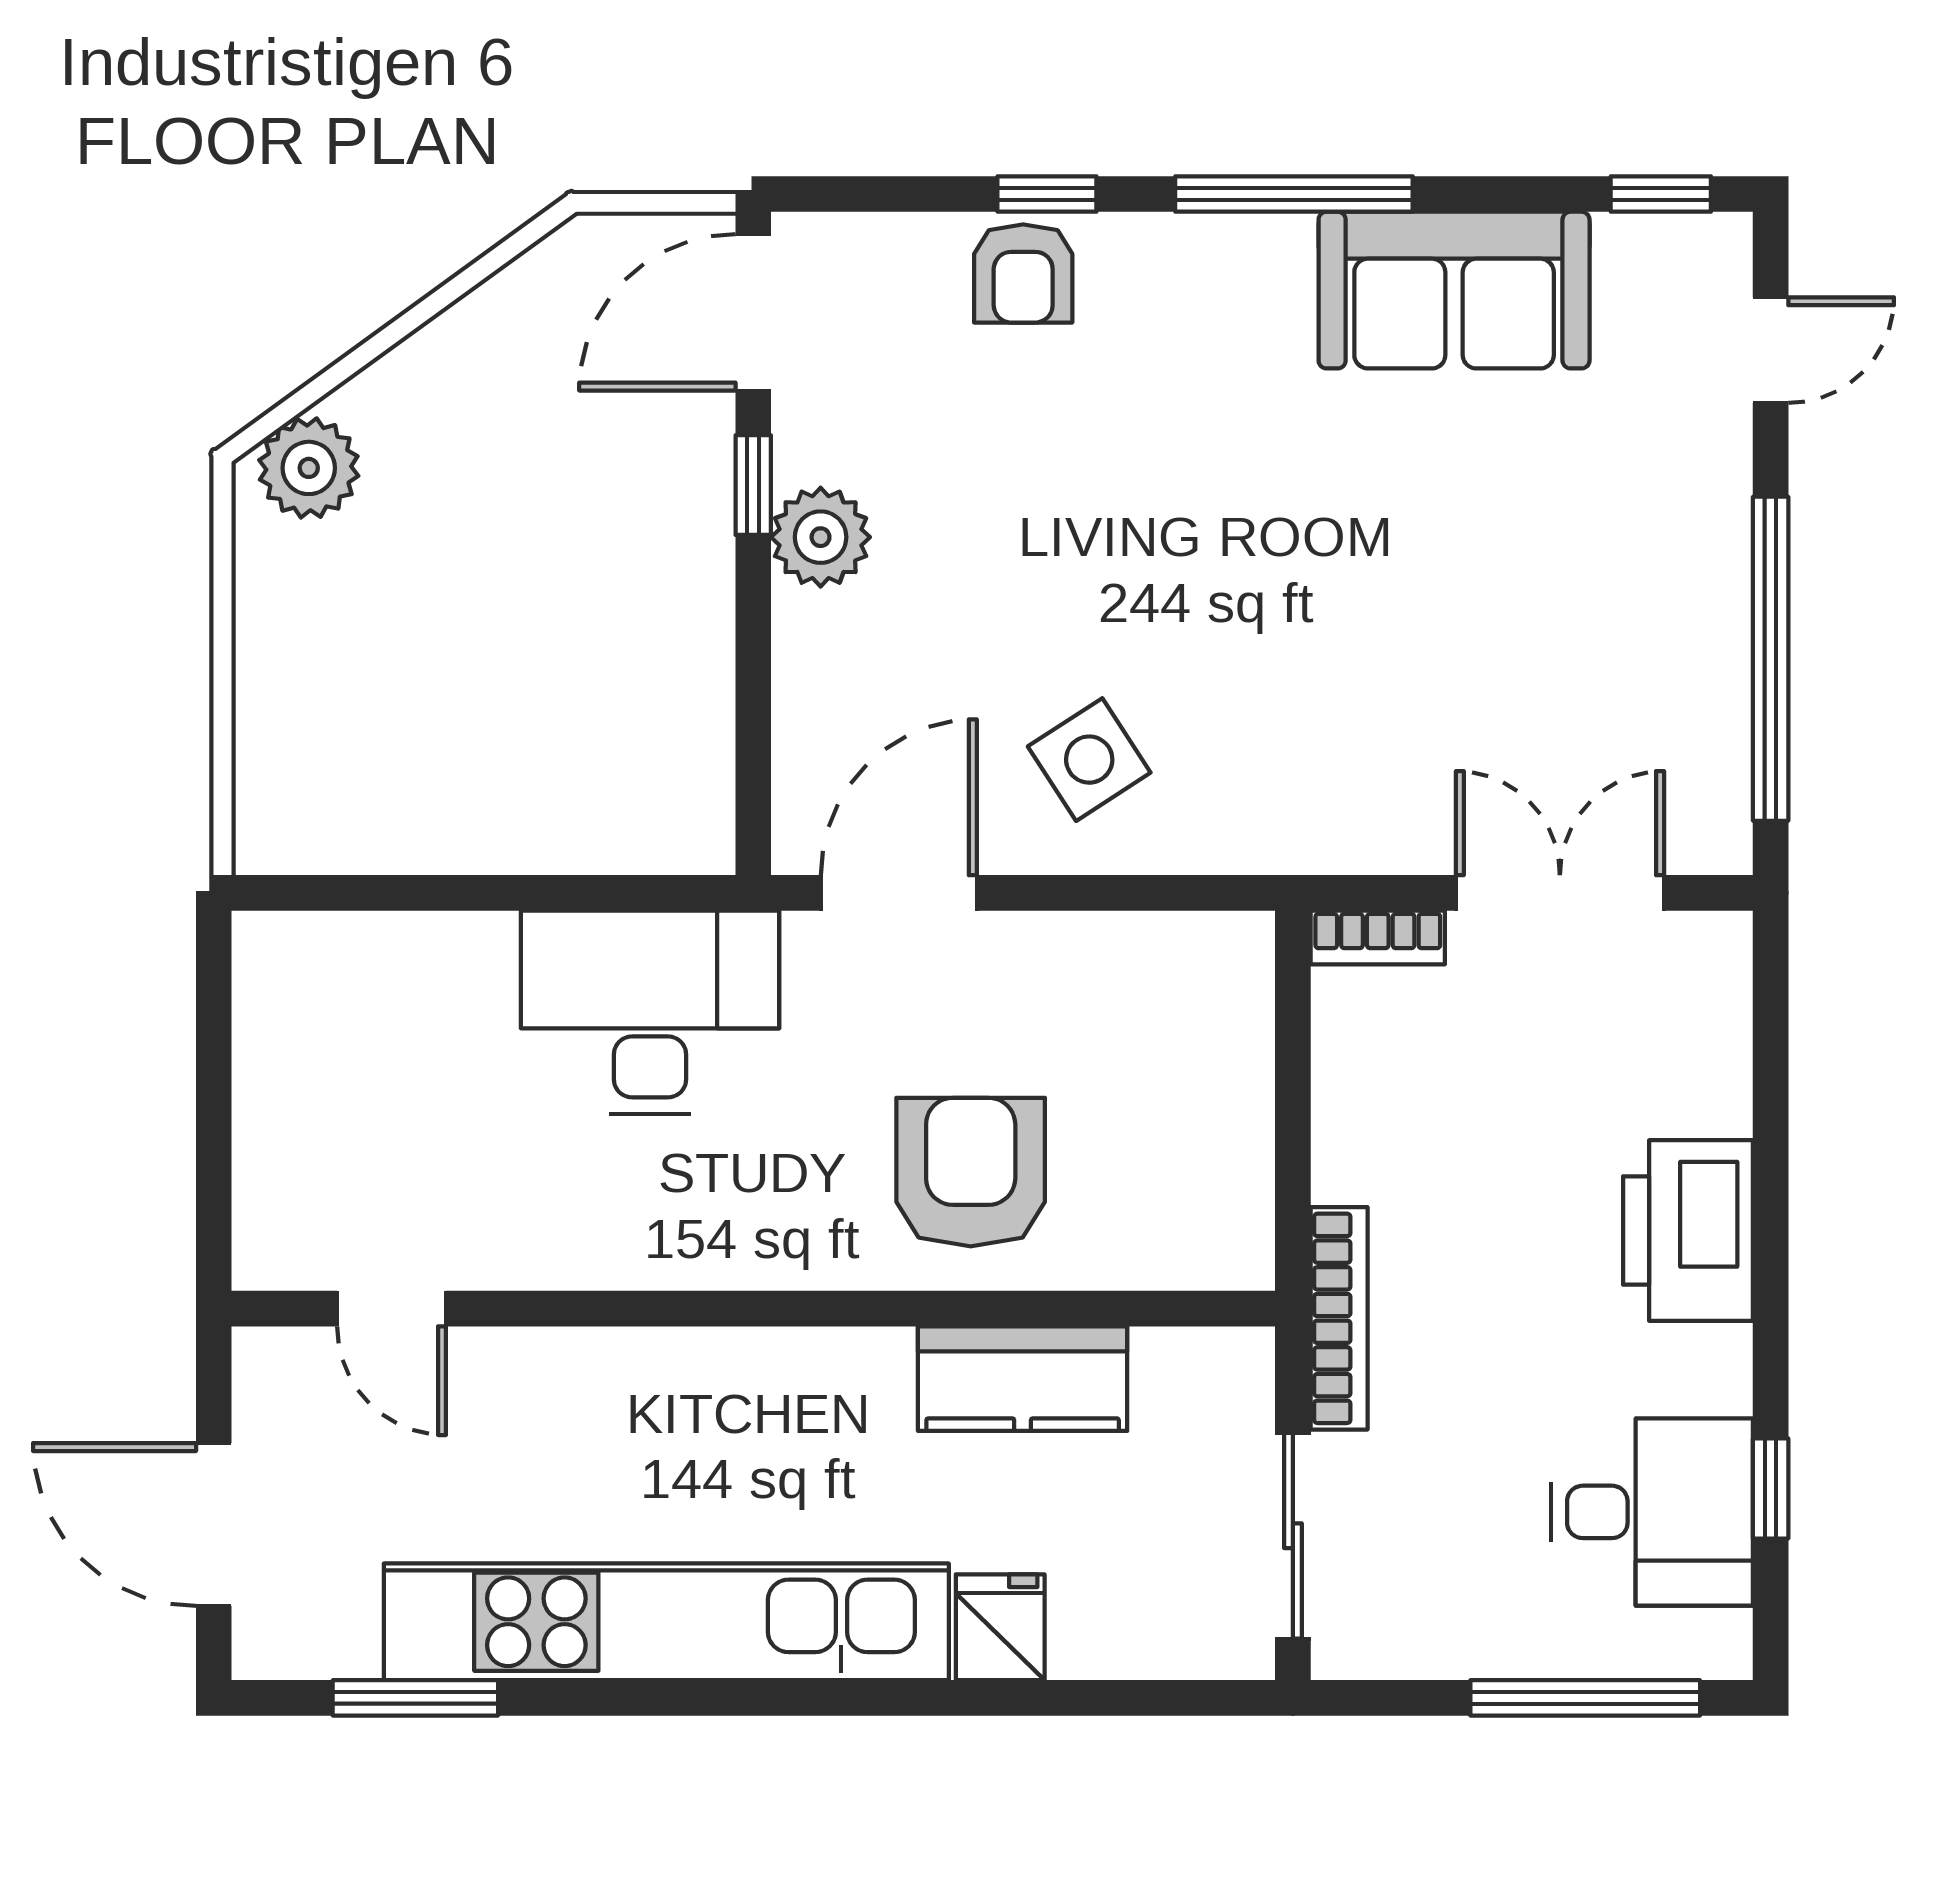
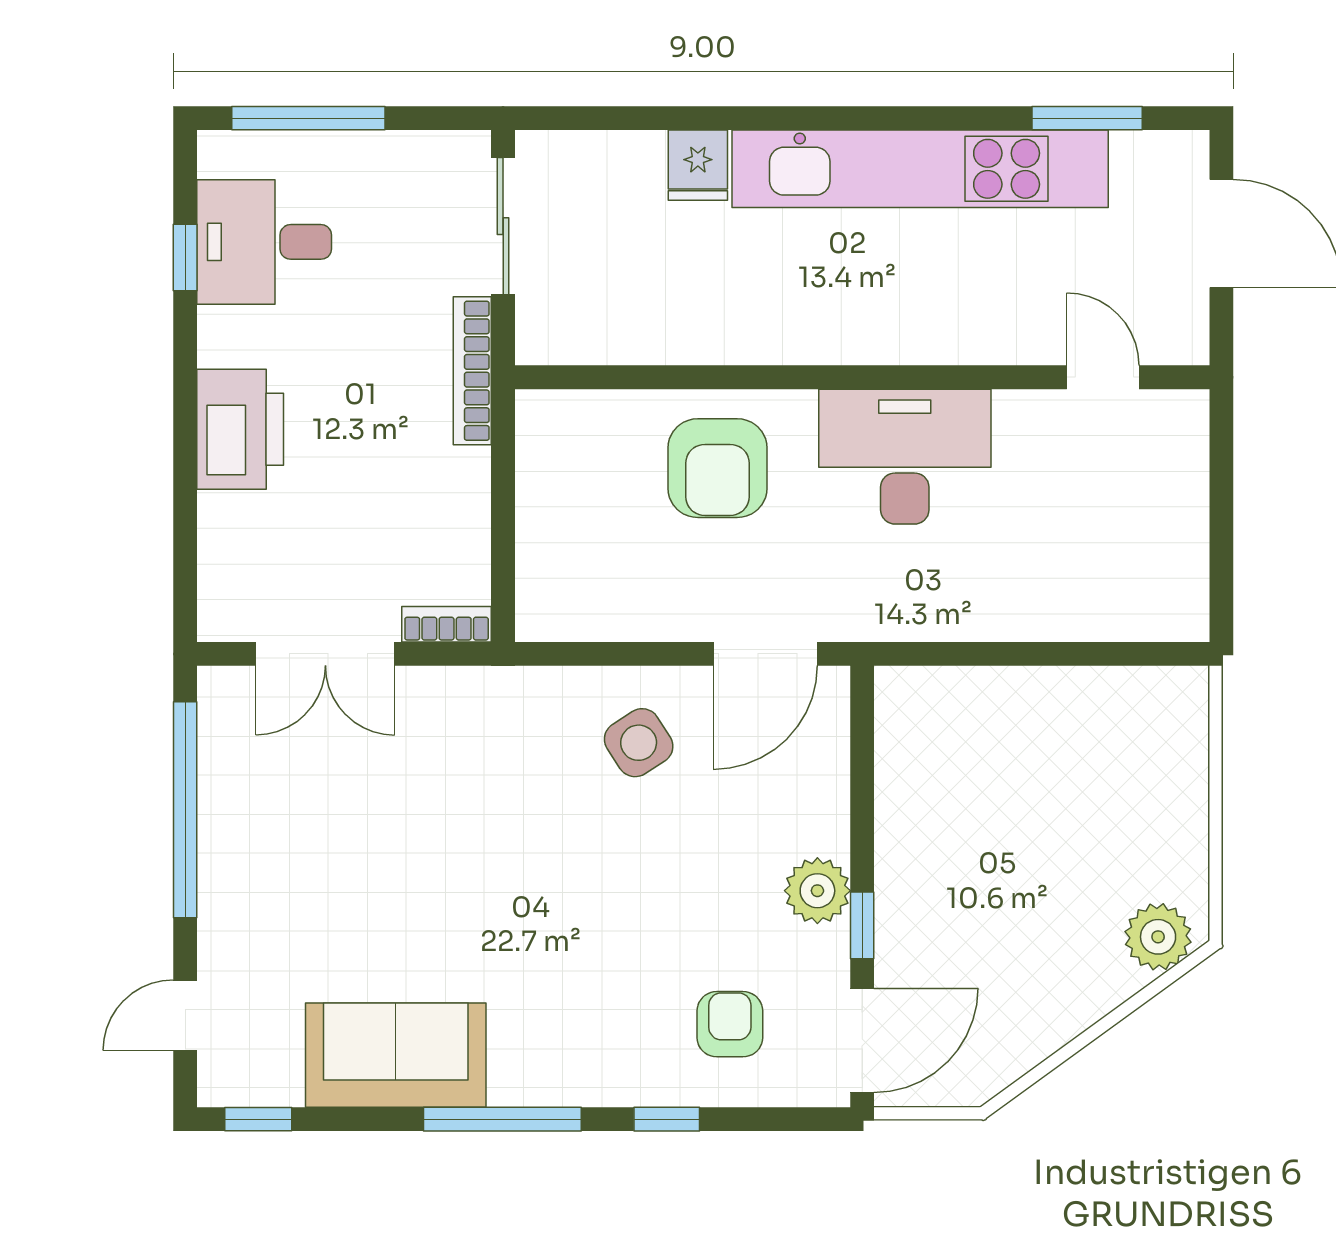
armchair: (1023, 273) -> (730, 1024), moved
desk: (650, 1012) -> (905, 457), moved, turned 180
kitchen counter: (1023, 1379) -> (683, 331), removed

